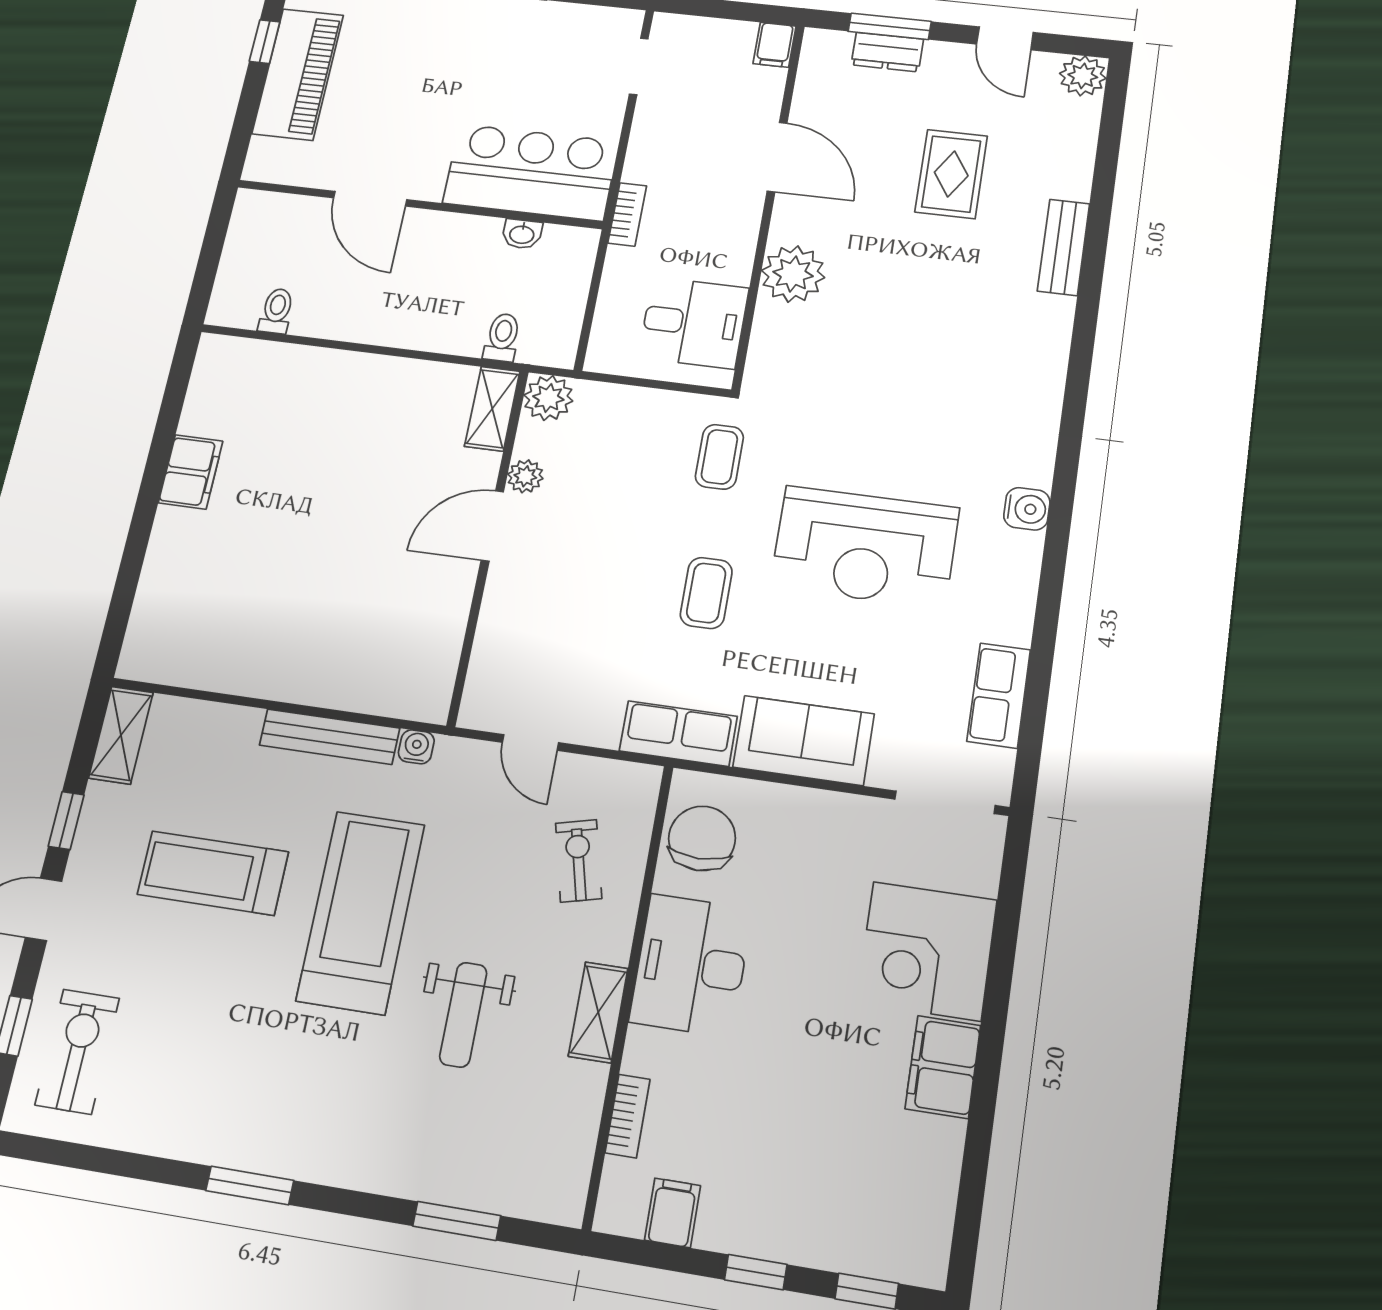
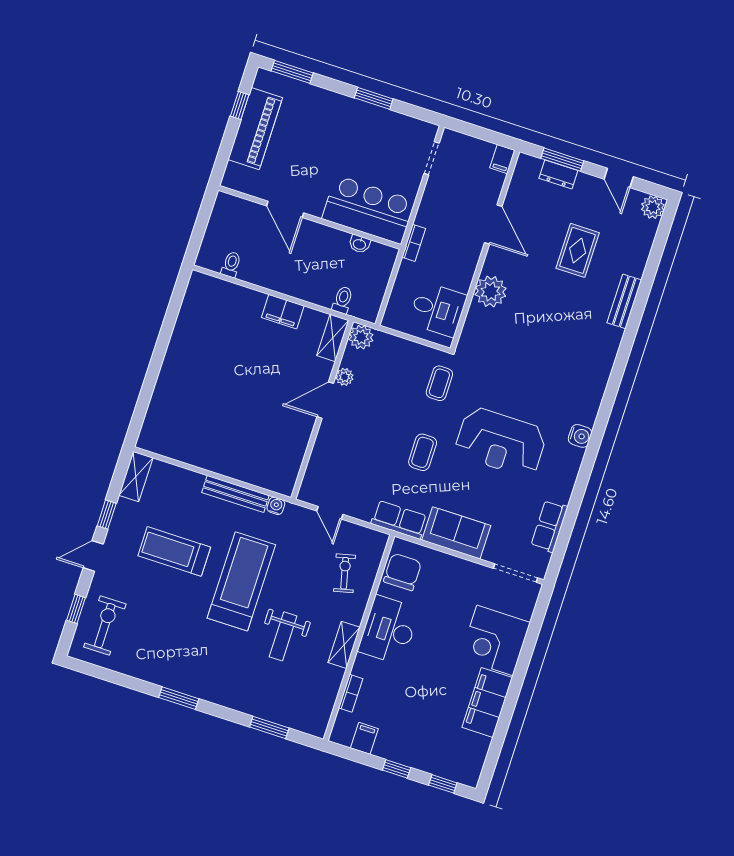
filing cabinet: (191, 472) -> (283, 312), moved, turned 90
filing cabinet: (943, 1067) -> (487, 702), width x1.50, depth x1.17

